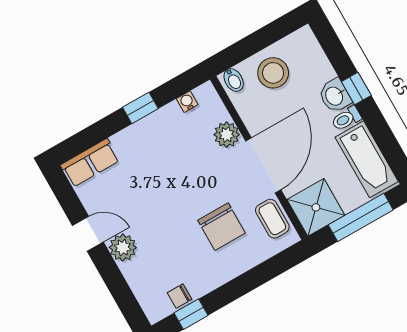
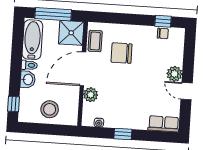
bidet: (234, 80) -> (70, 118), removed
window: (356, 89) -> (13, 104), moved
chair: (222, 227) -> (122, 53), turned -90

